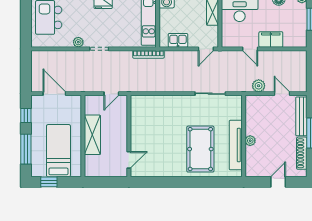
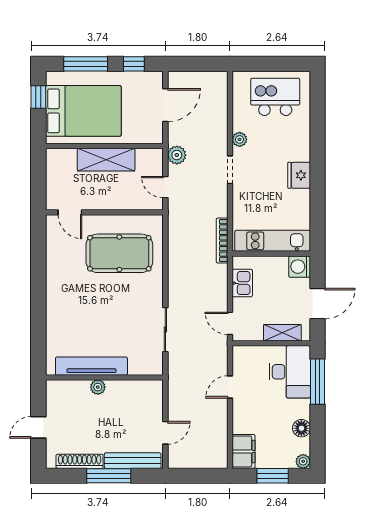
filing cabinet: (271, 39) -> (243, 451), moved
plant: (259, 86) -> (177, 155), moved
pool table: (200, 149) -> (119, 253), moved
bed: (58, 151) -> (83, 111), width x1.50
door: (278, 182) -> (38, 427), swing flipped

